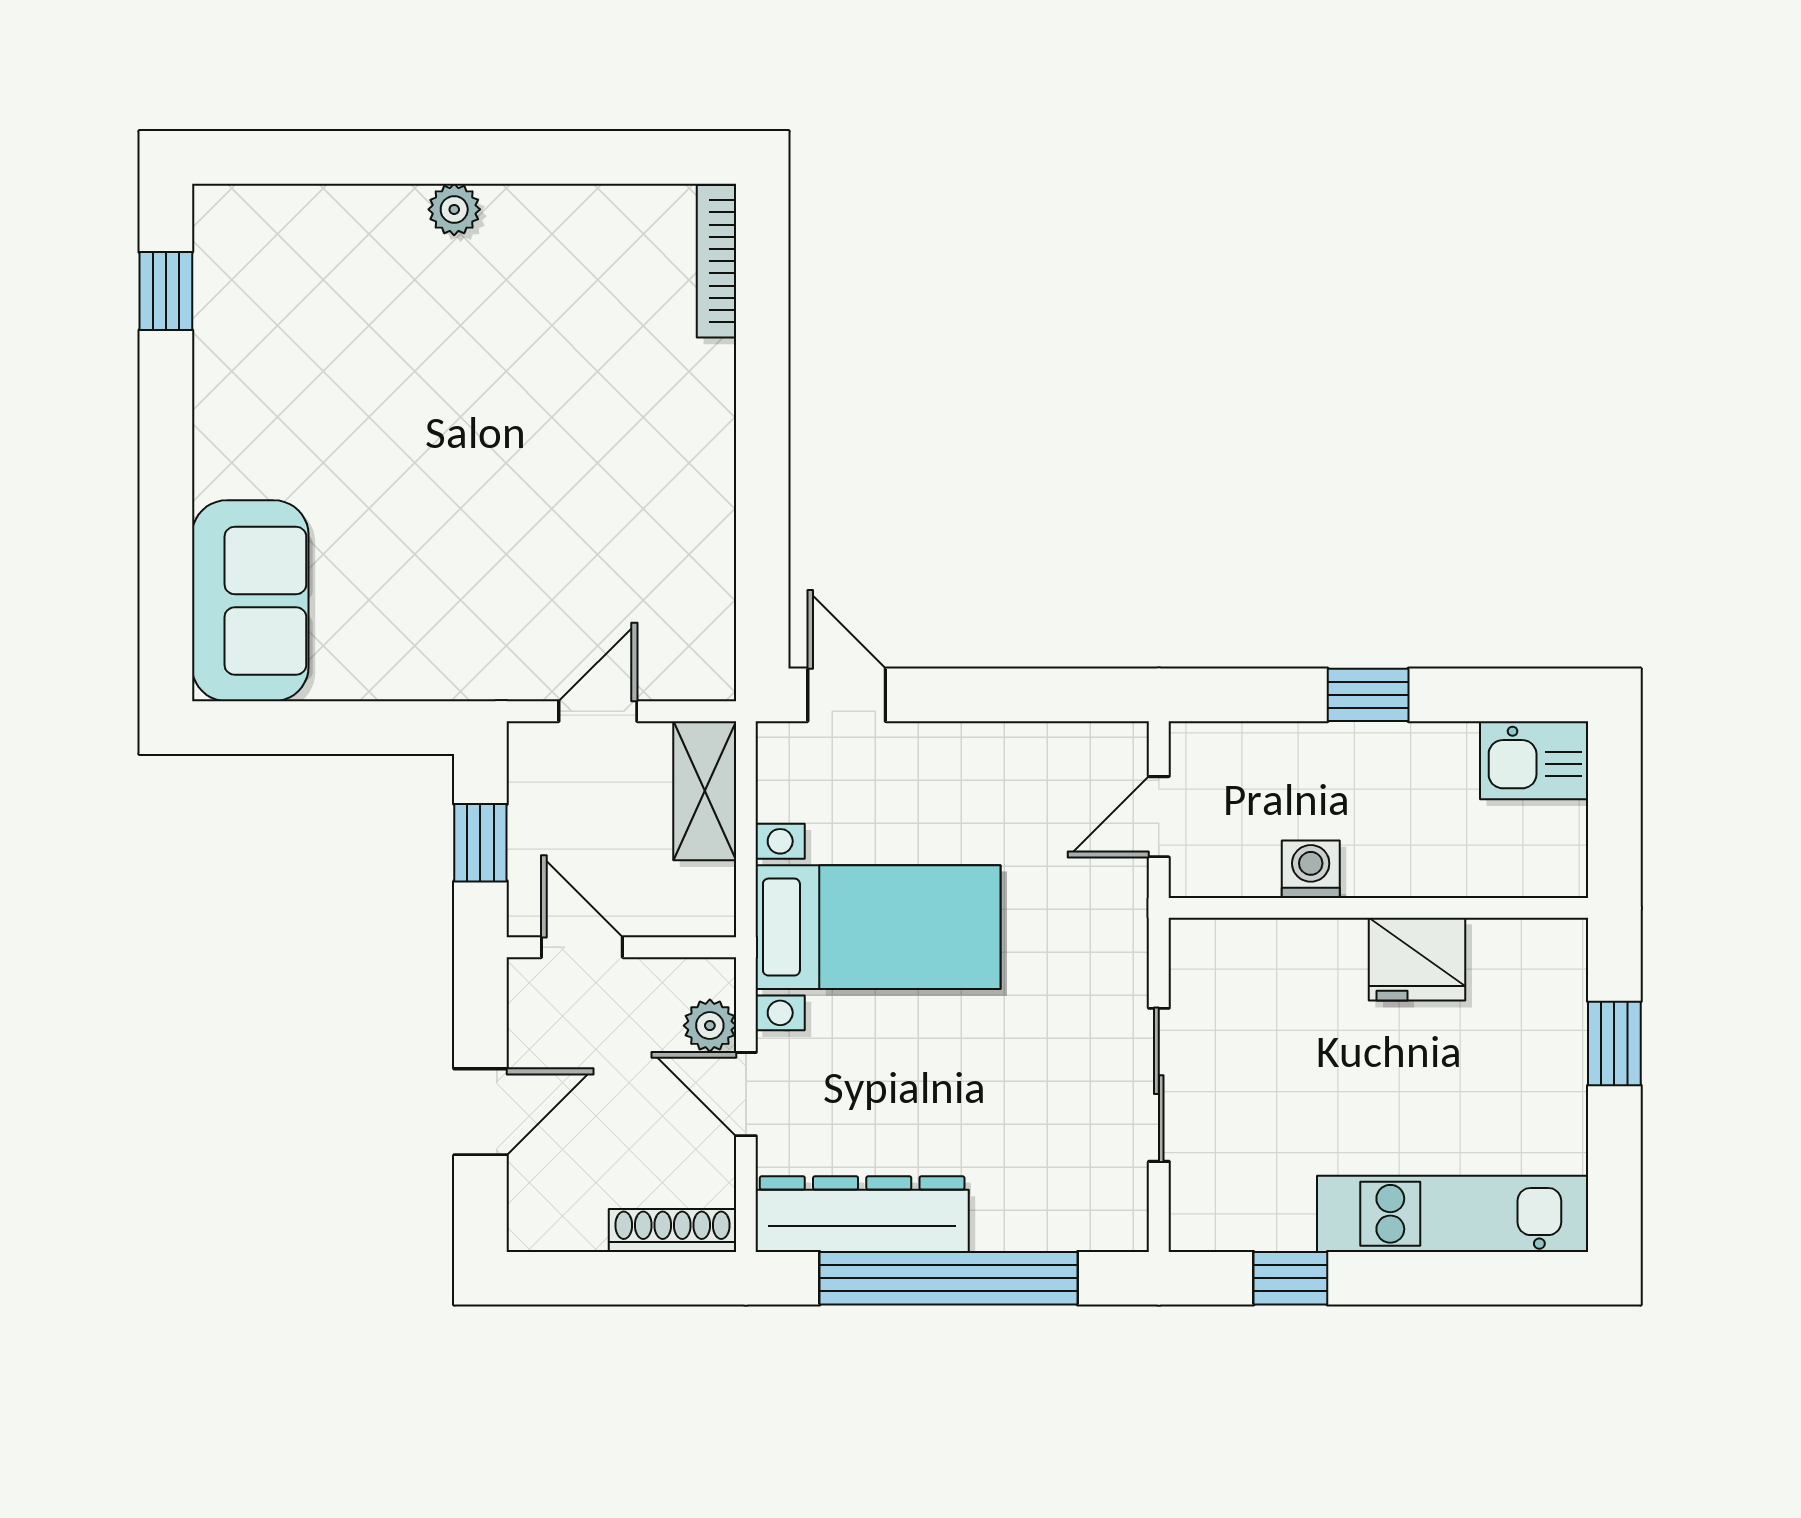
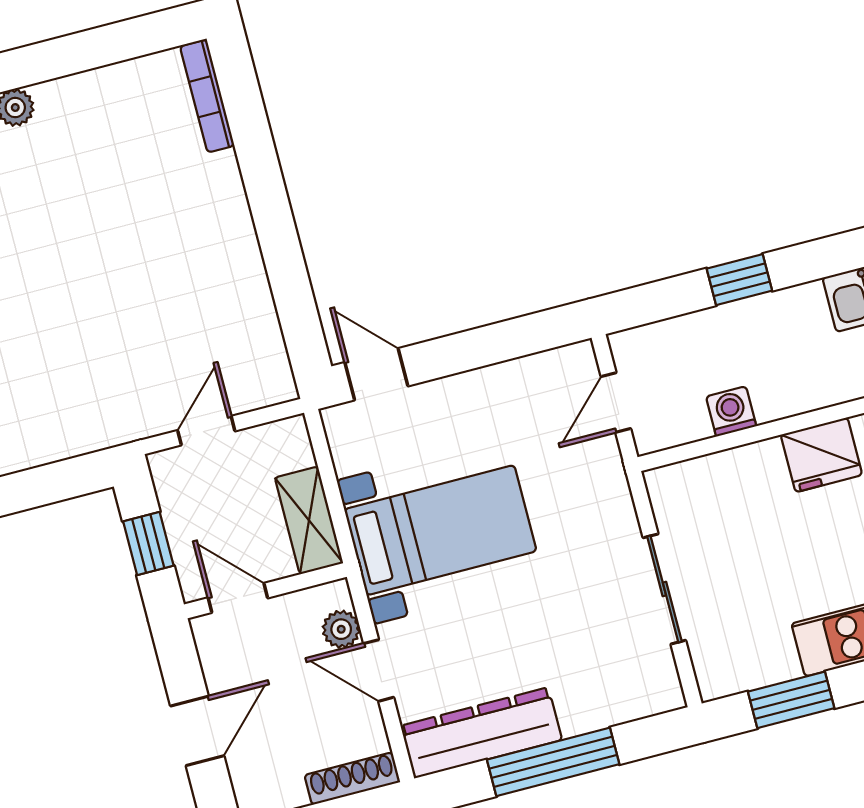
shelving: (705, 791) -> (309, 520), moved
window: (949, 1278) -> (553, 762), width x0.68
window: (1290, 1278) -> (791, 700), width x1.50

